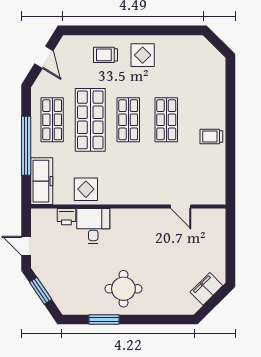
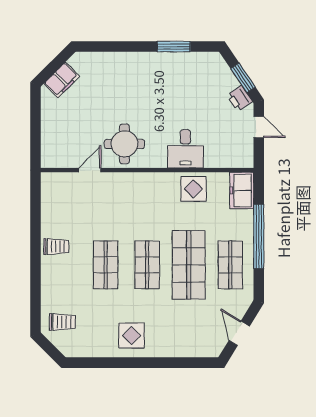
trolley: (105, 55) -> (62, 322), moved
freezer: (42, 181) -> (242, 190), width x0.71
door: (181, 206) -> (90, 170), hinge flipped
printer: (66, 217) -> (240, 98), moved, turned -124
round table: (123, 289) -> (124, 144), moved

